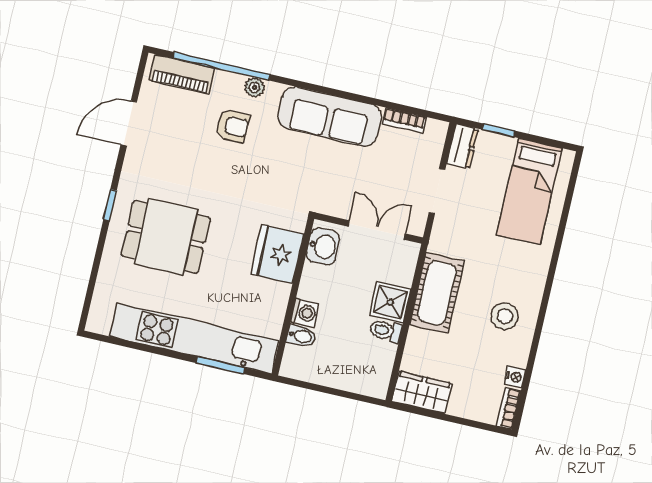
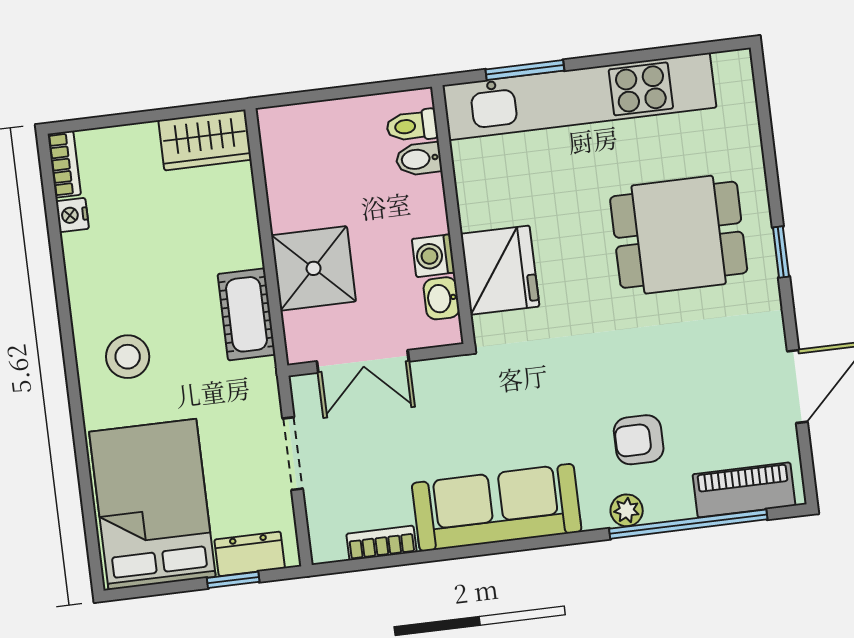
dresser: (462, 146) -> (250, 554), moved, turned 90
bed: (529, 191) -> (152, 504), width x1.50
washbasin: (323, 246) -> (441, 298), width x0.72, depth x0.69
cot: (437, 293) -> (246, 314), width x0.73, depth x0.75
shower: (390, 302) -> (314, 268), width x1.36, depth x1.36
washing machine: (305, 313) -> (433, 256), moved
stool: (505, 316) -> (128, 357), moved
toilet: (386, 331) -> (412, 126), moved, turned 180

